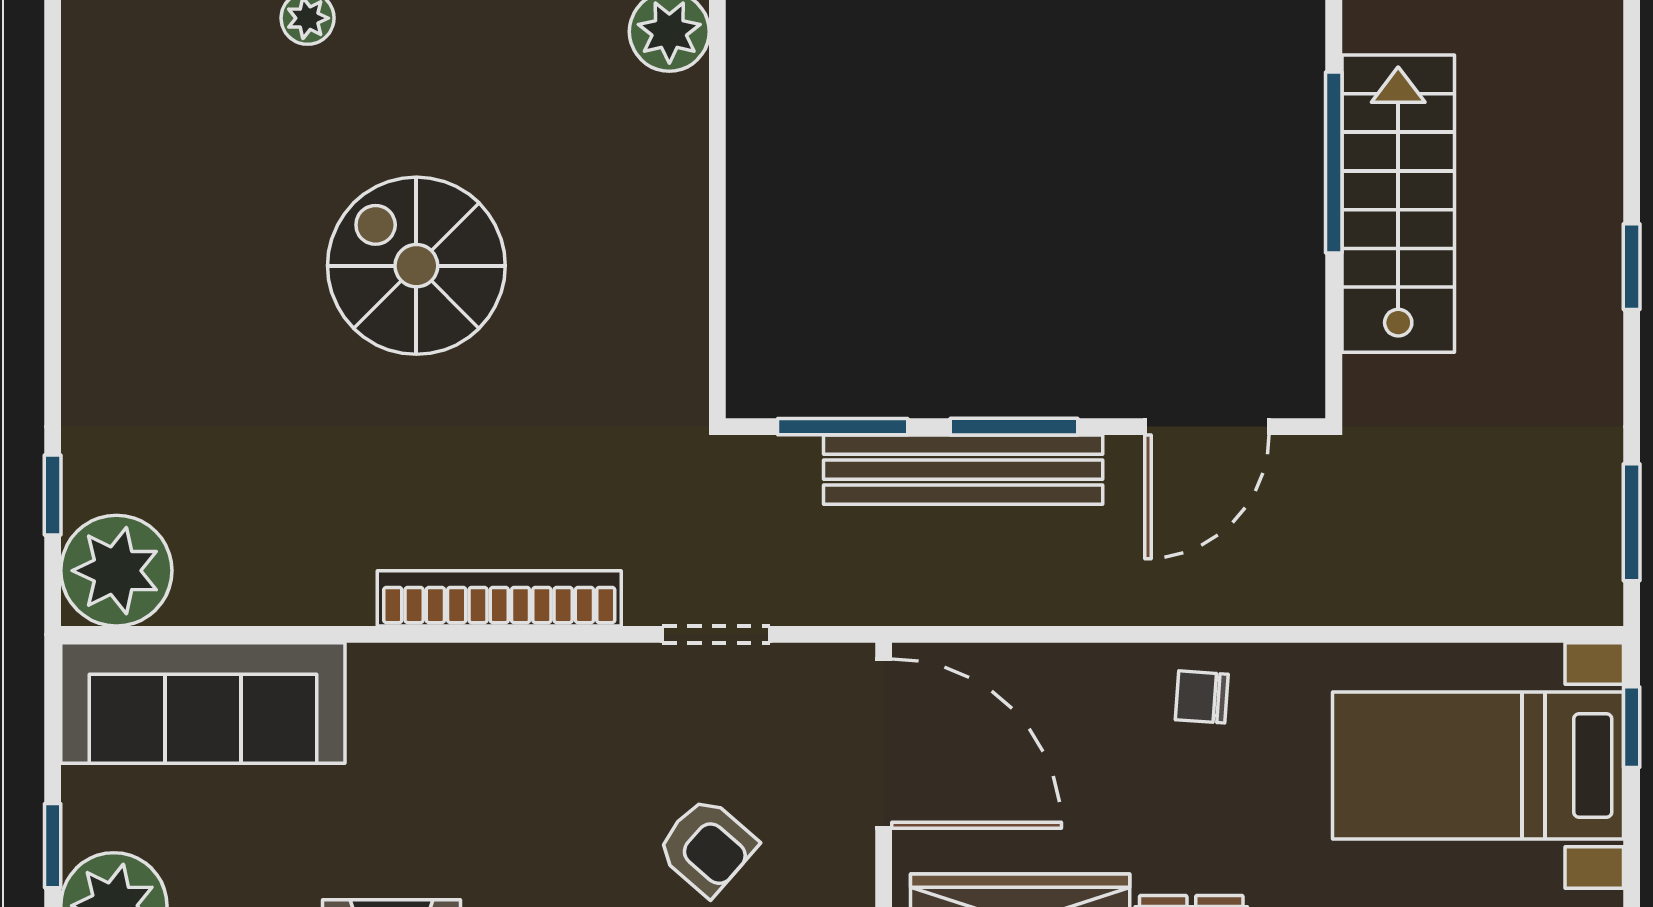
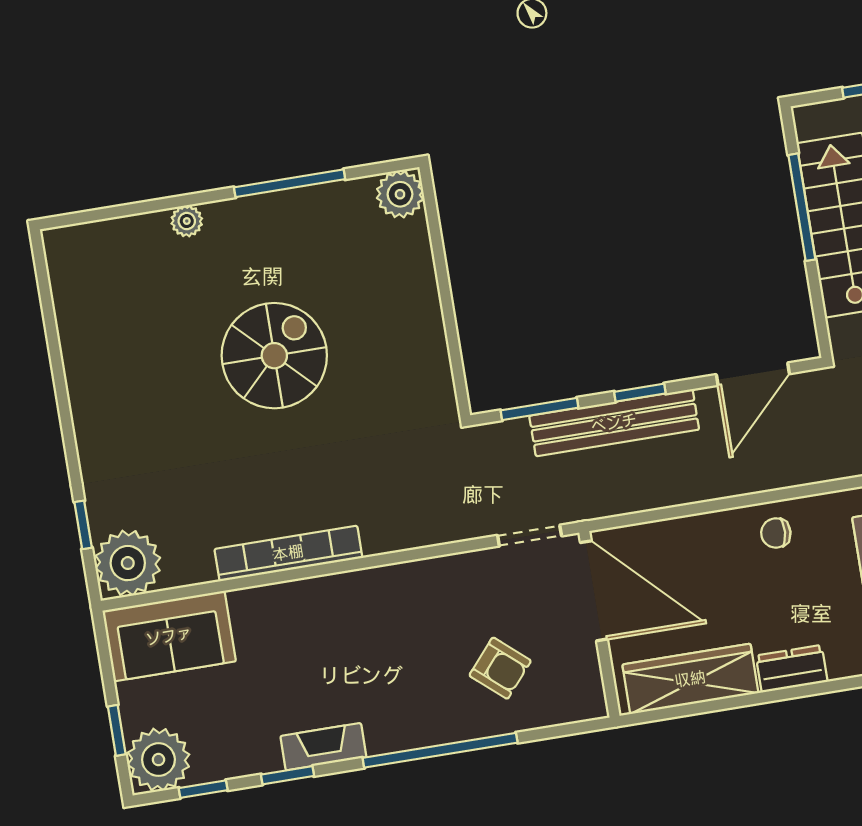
spiral stairs: (416, 266) -> (274, 356), turned 90
window: (1014, 427) -> (640, 393), width x0.67
bookcase: (499, 598) -> (288, 553), moved
doorway: (716, 634) -> (530, 536), moved
sofa: (203, 703) -> (169, 636), width x0.73

